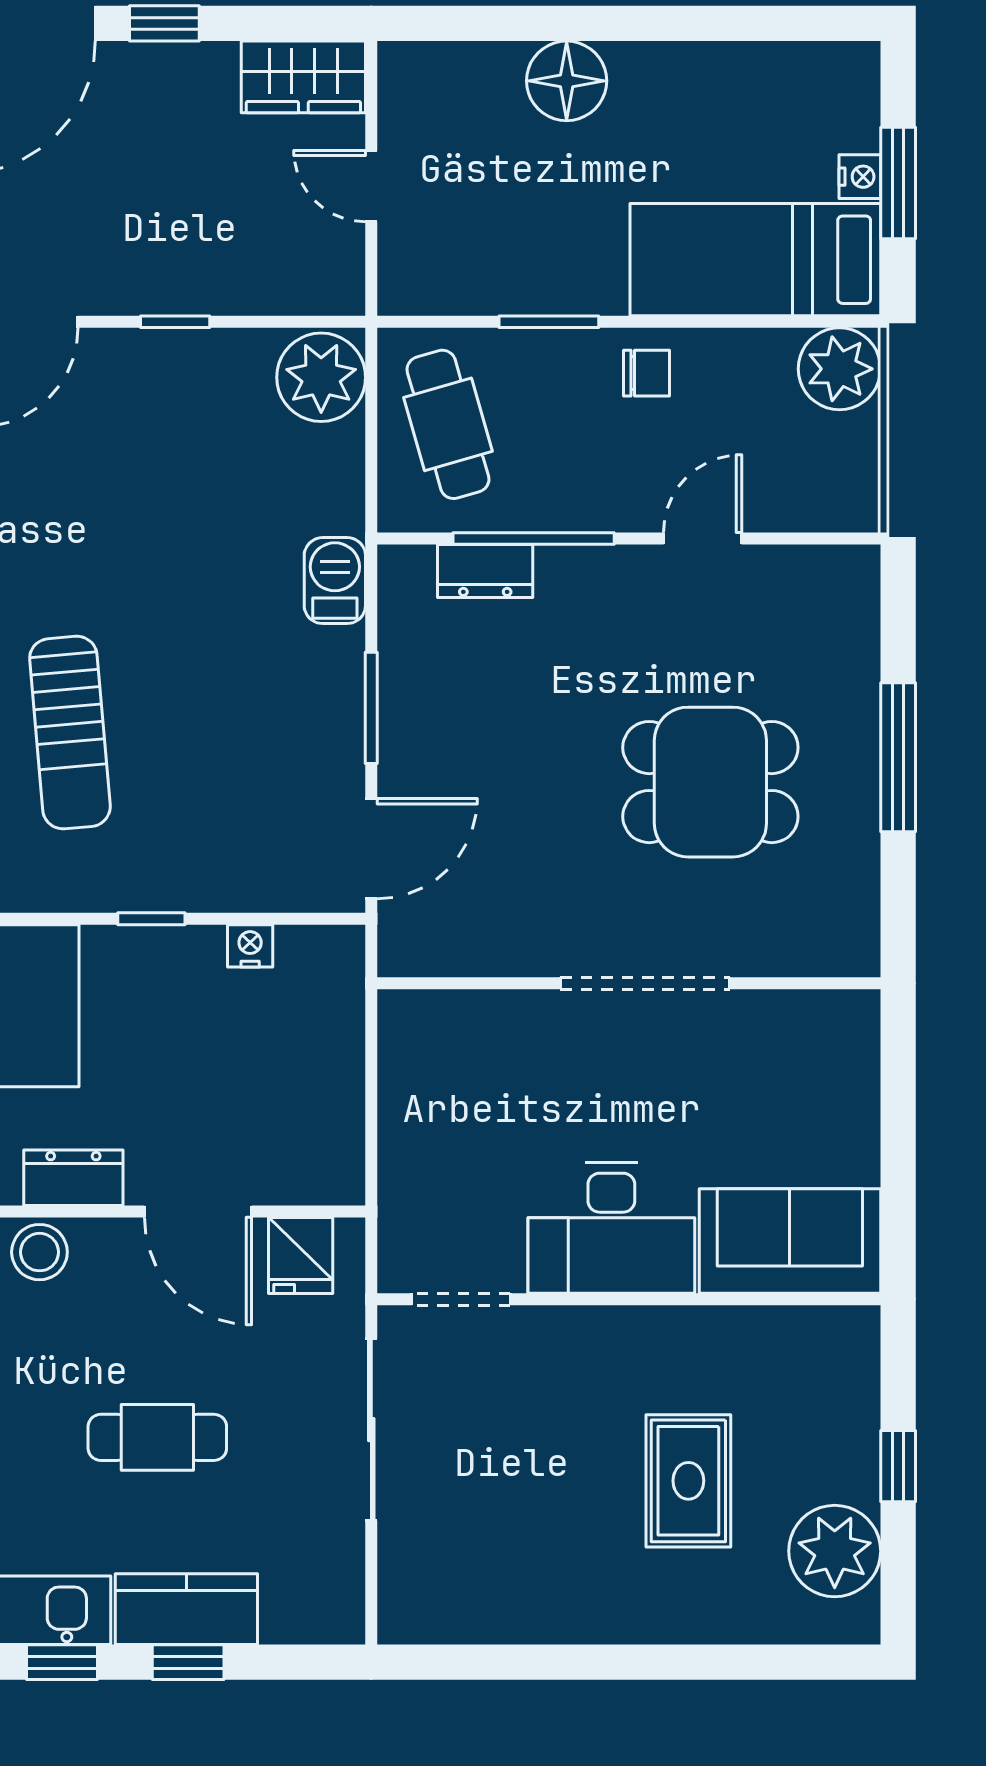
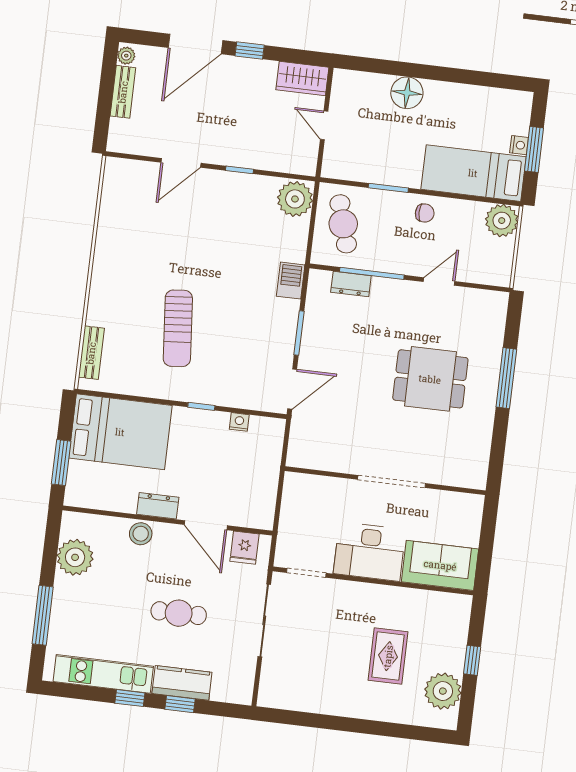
wall: (629, 983) -> (385, 481), moved
doorway: (645, 983) -> (392, 481), moved

